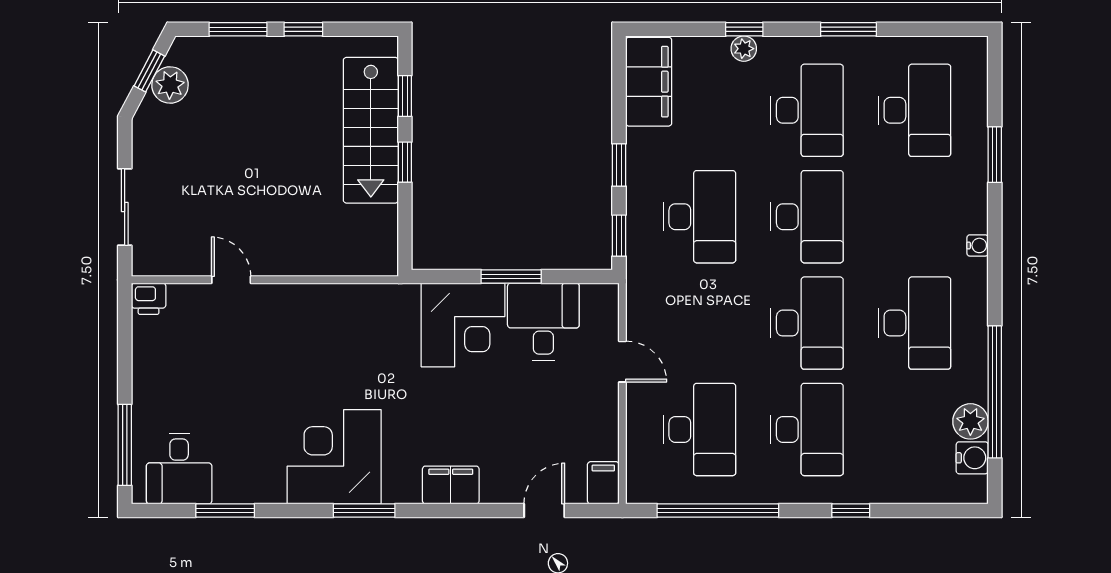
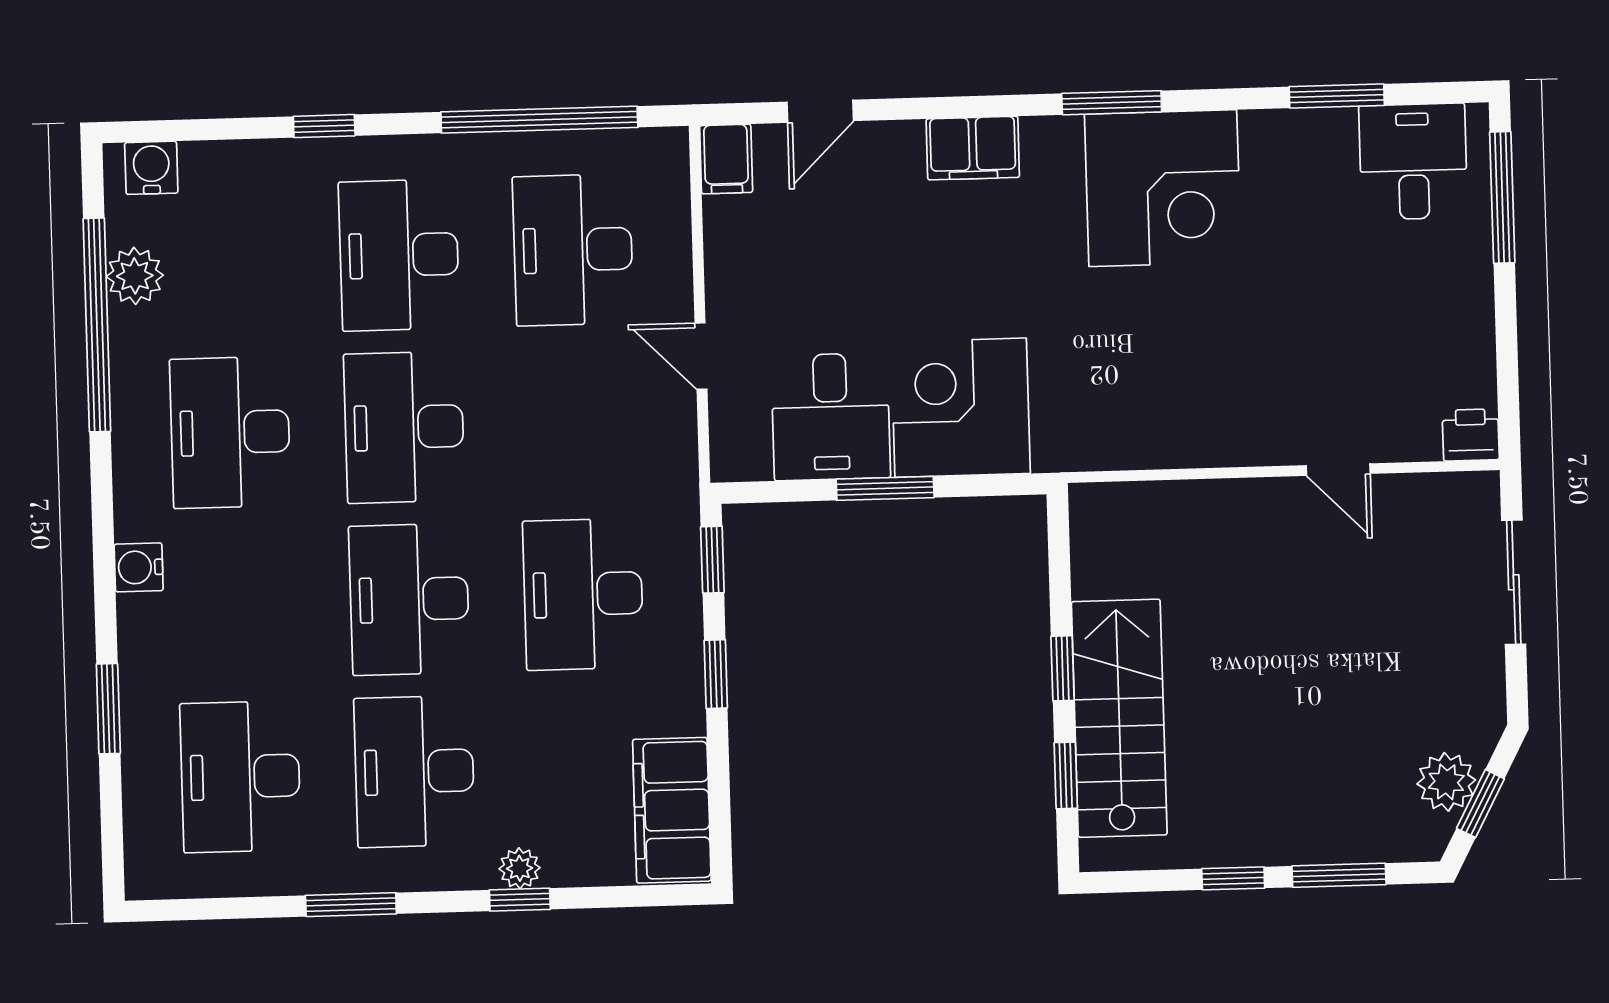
water cooler: (978, 245) -> (139, 567), width x1.38, depth x1.38
water cooler: (972, 458) -> (151, 168), moved, turned 90

